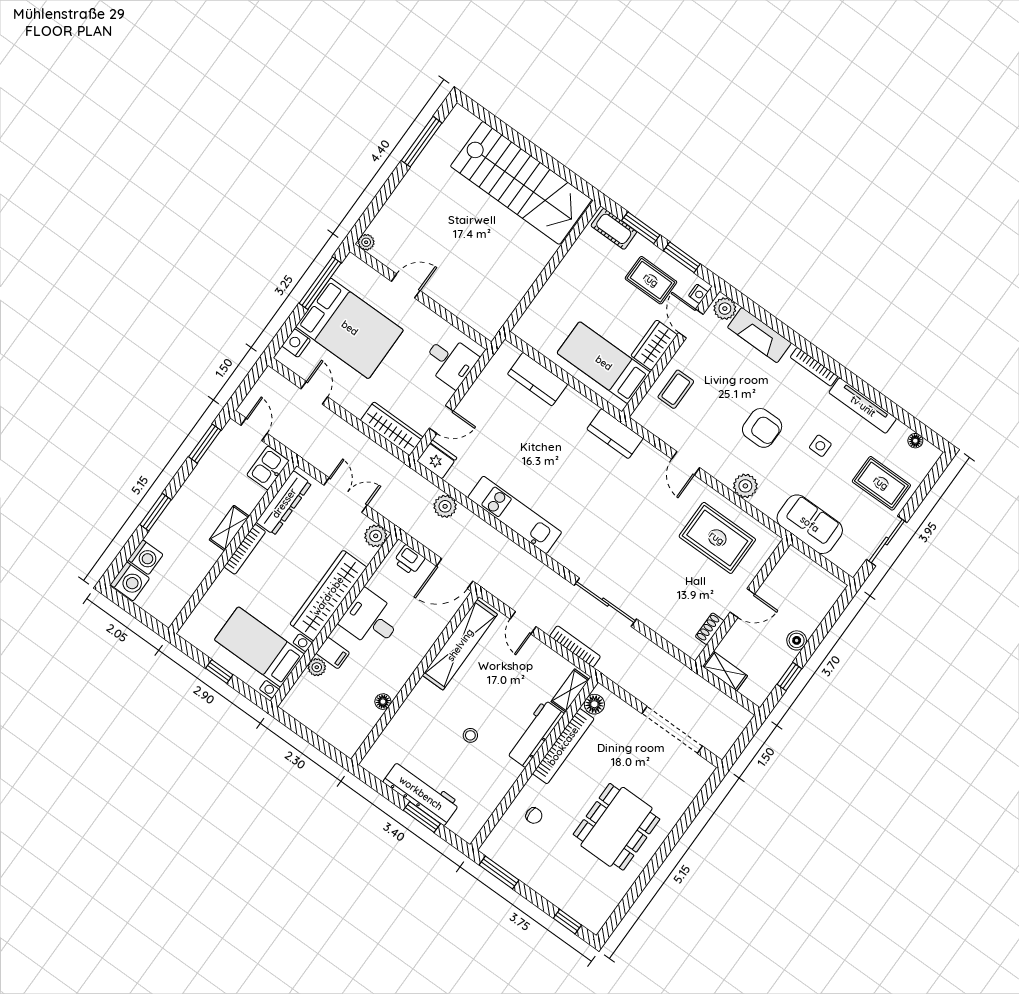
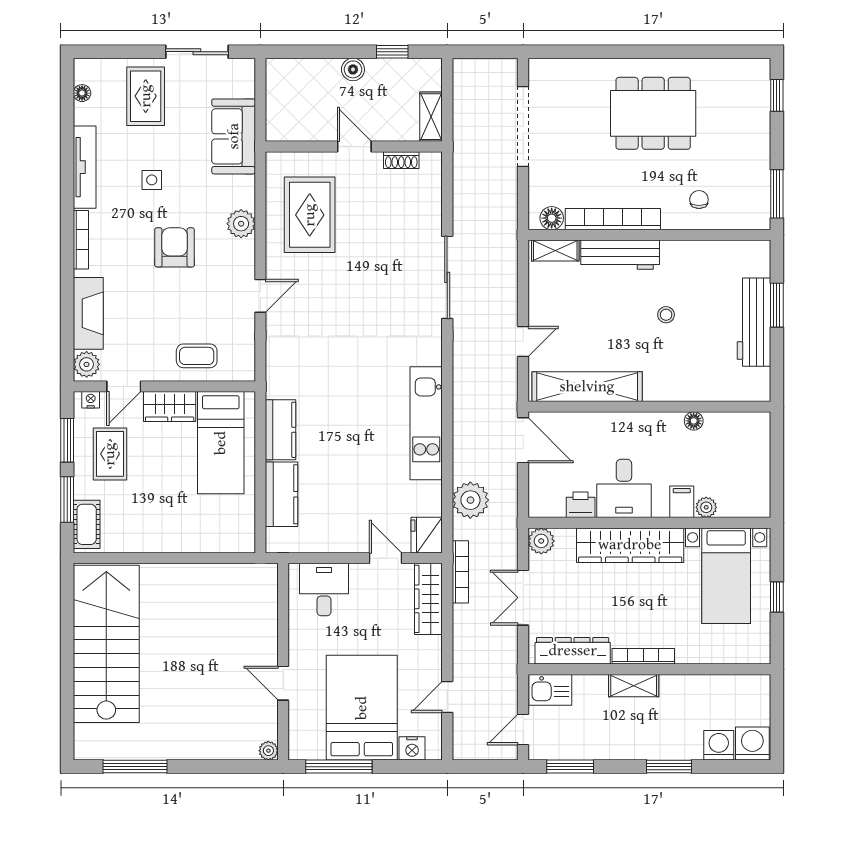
kitchen counter: (615, 434) -> (280, 430), moved
plant: (445, 506) -> (470, 500), width x1.36, depth x1.36
printer: (409, 560) -> (581, 505), moved, turned -90
bookcase: (575, 646) -> (460, 572), moved, turned 180

